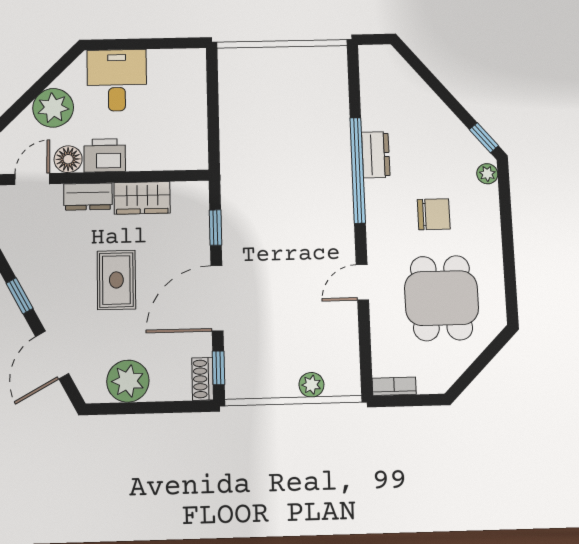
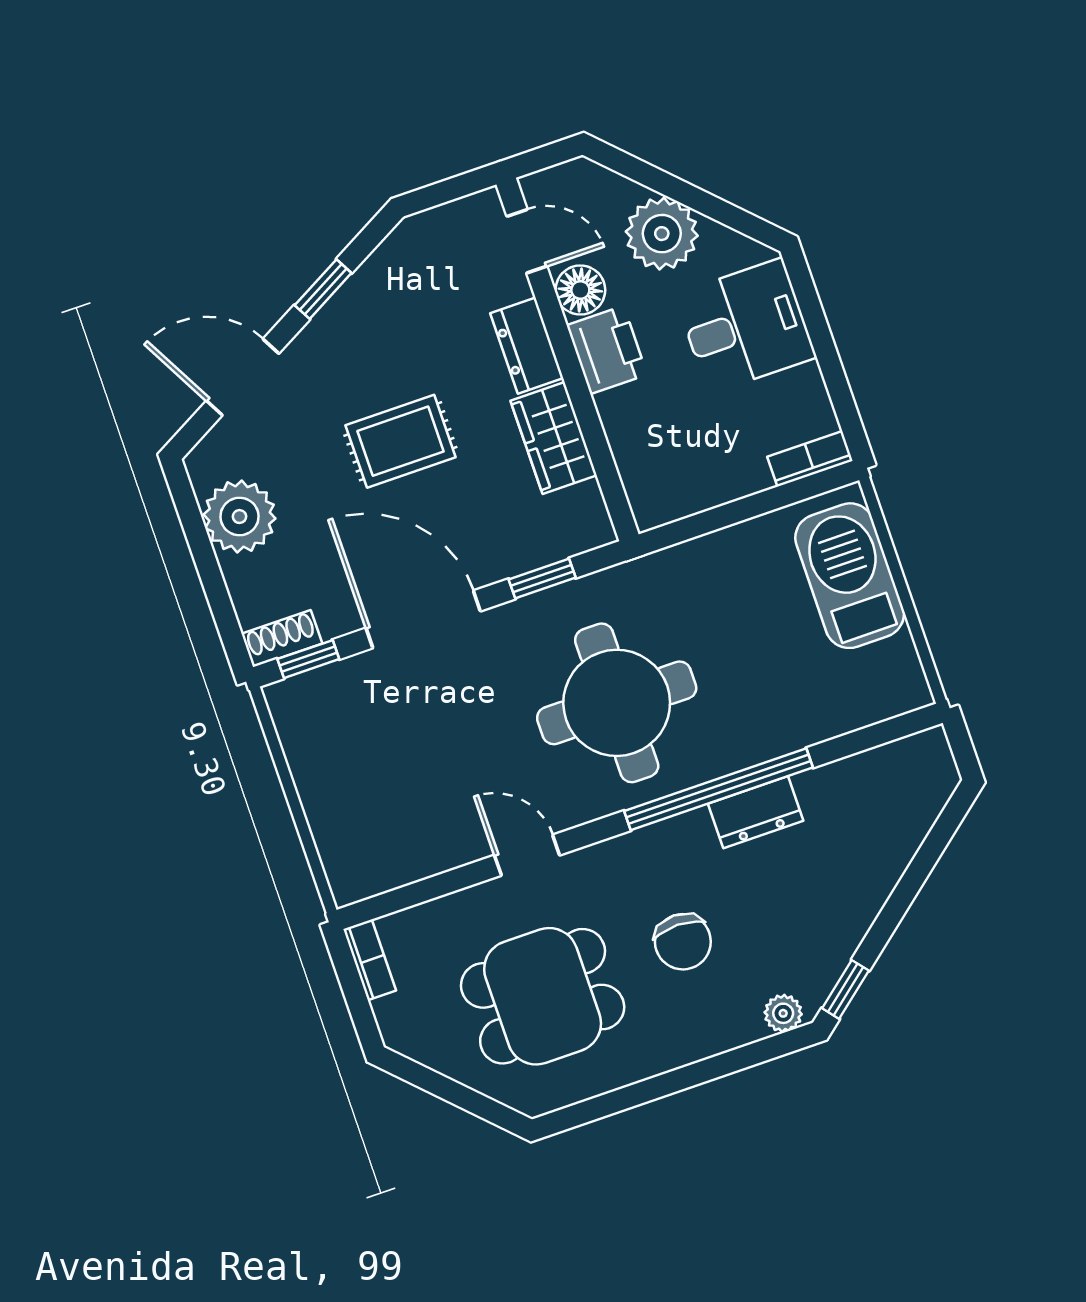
barbecue: (266, 68) -> (850, 576), added
bookcase: (198, 69) -> (810, 459), added
round table: (295, 209) -> (617, 703), added
plant: (311, 385) -> (329, 822), removed

